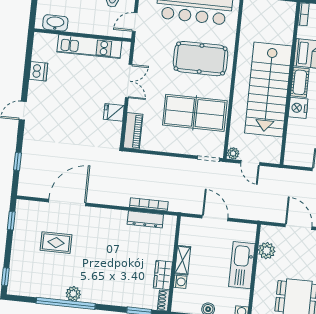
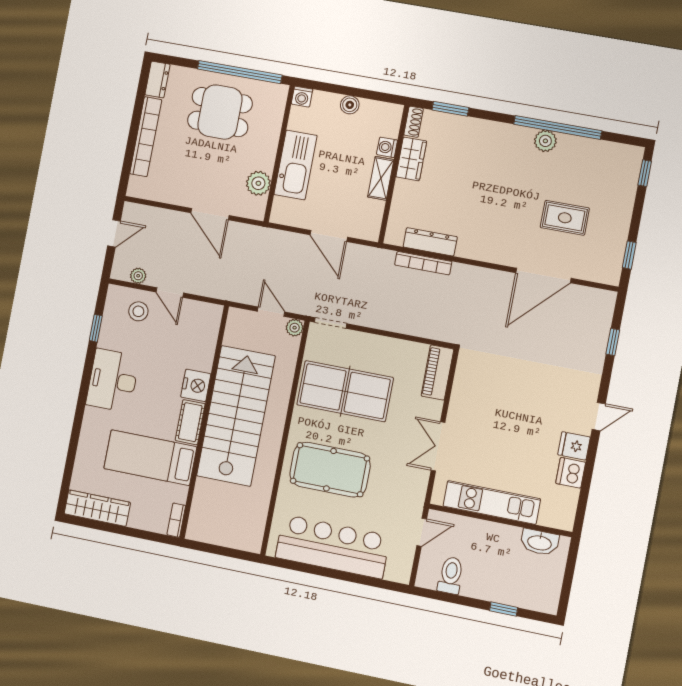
fridge: (114, 112) -> (574, 446), moved, turned 180

